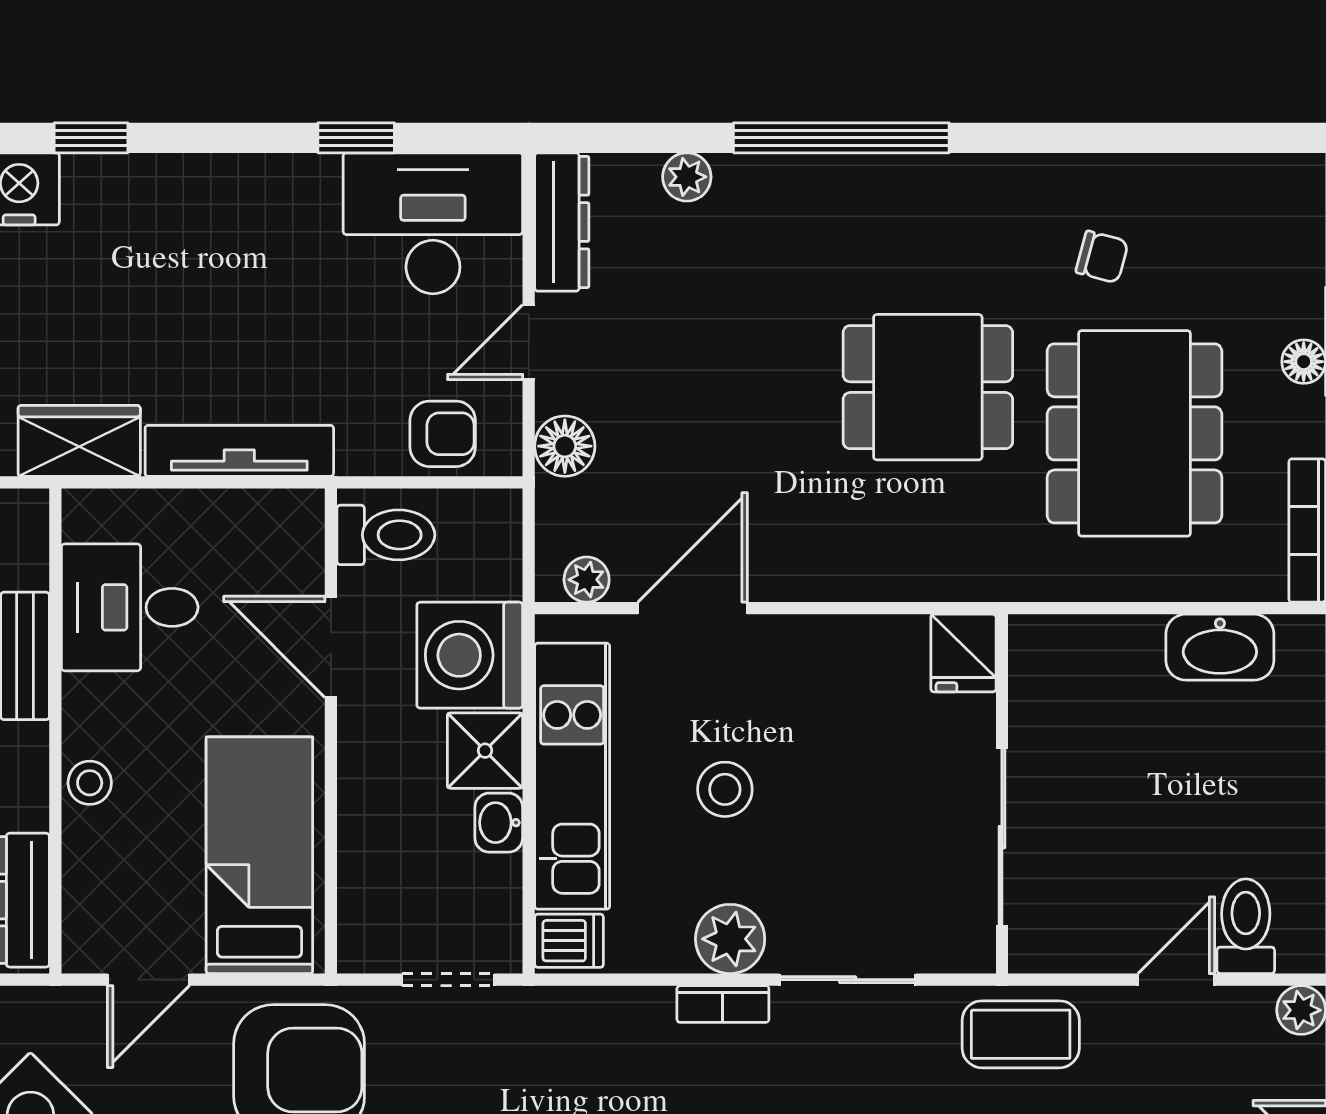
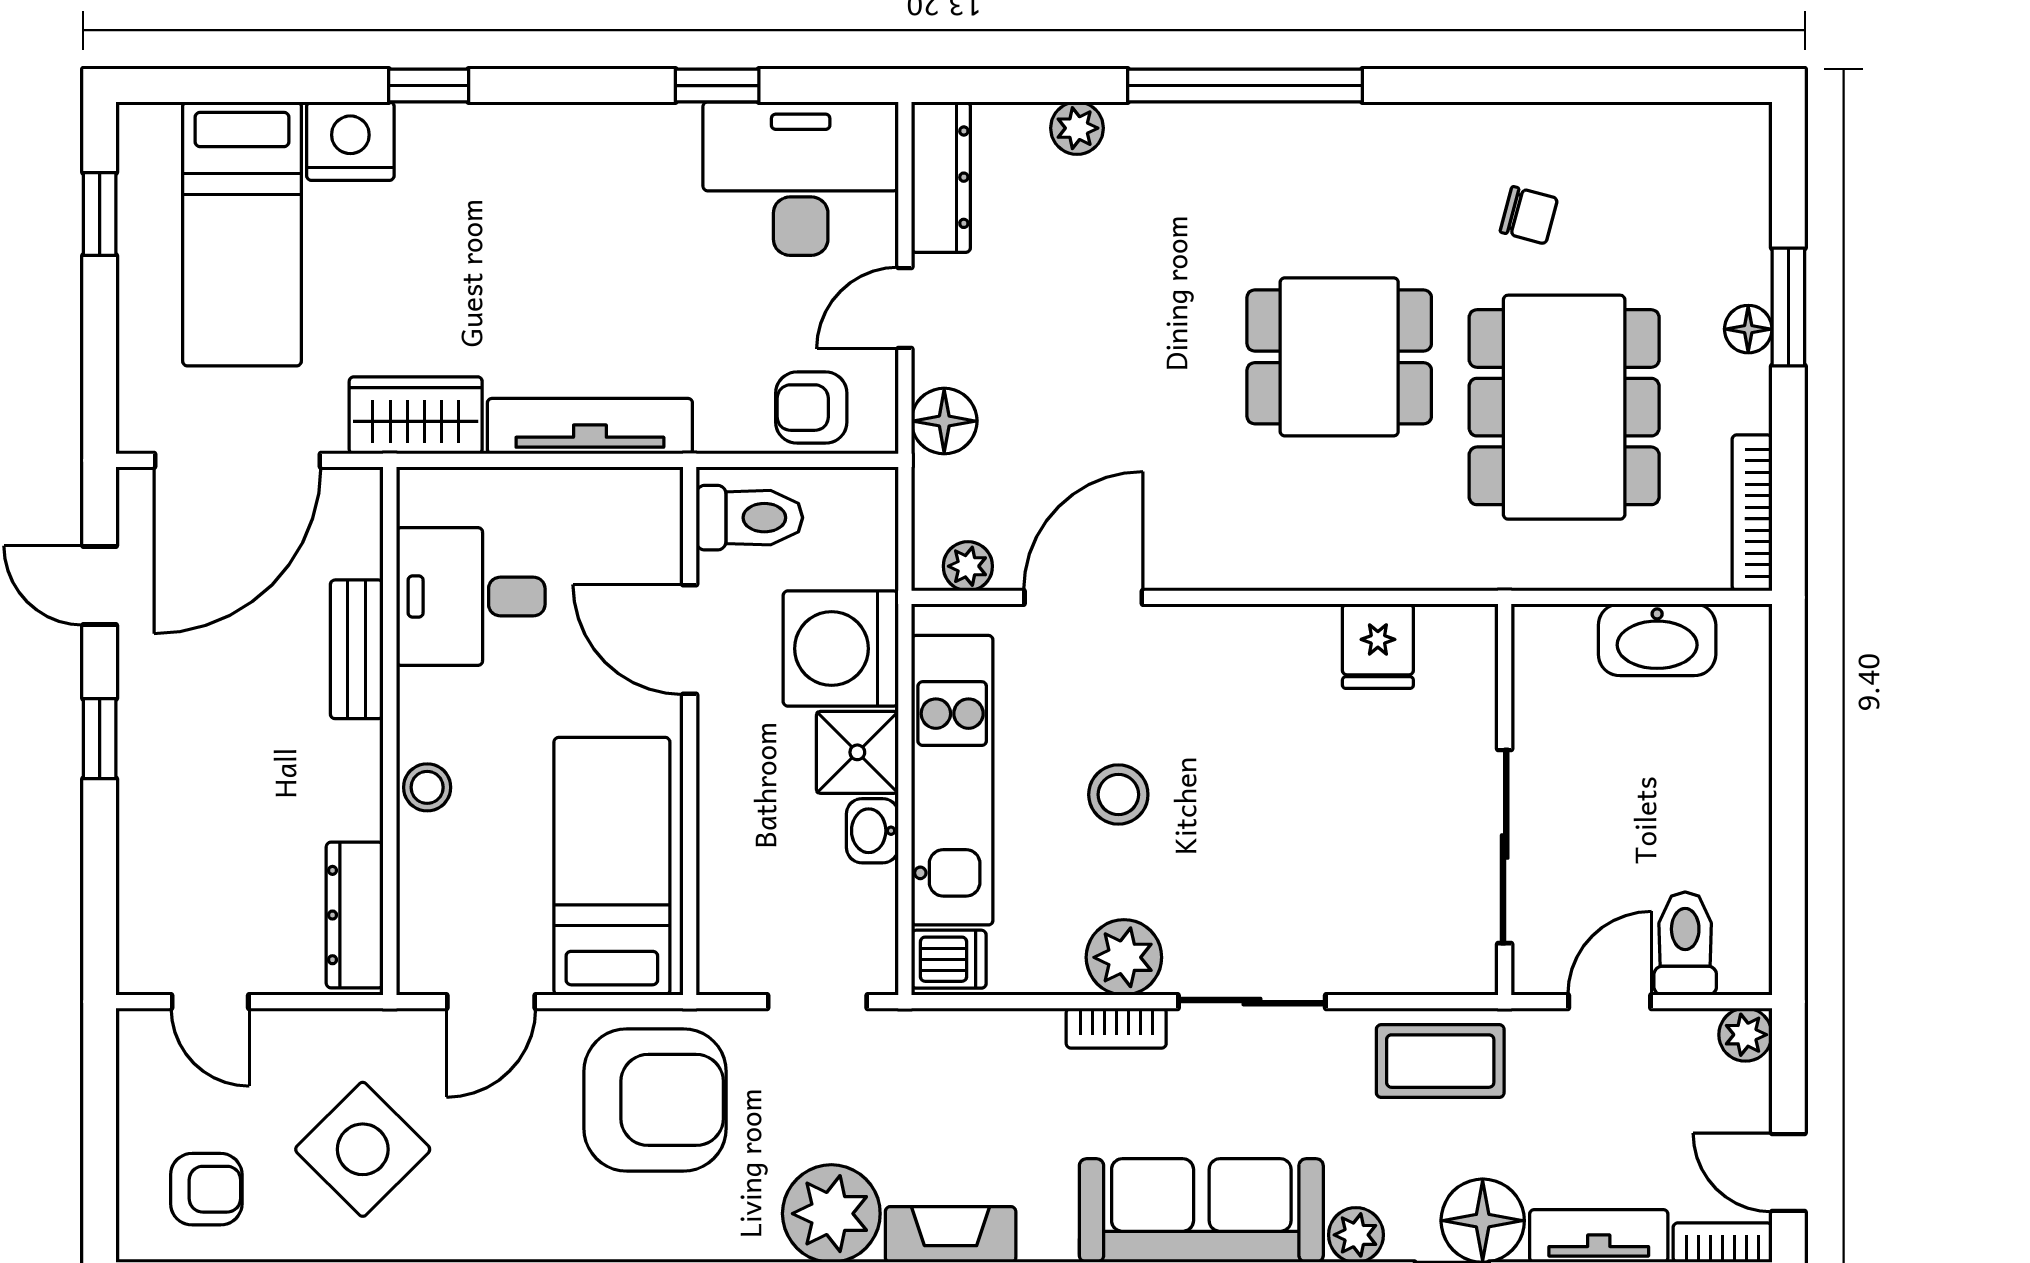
armchair: (443, 434) -> (811, 408), turned 180
wall: (1002, 794) -> (1505, 799), moved
sliding door: (1002, 837) -> (1505, 846), moved

